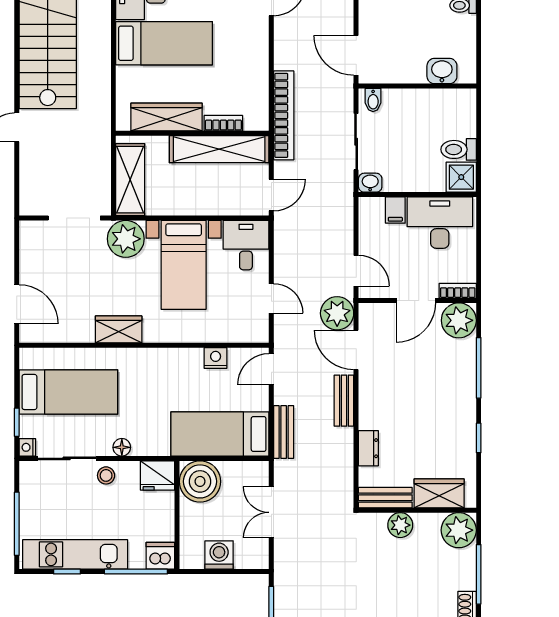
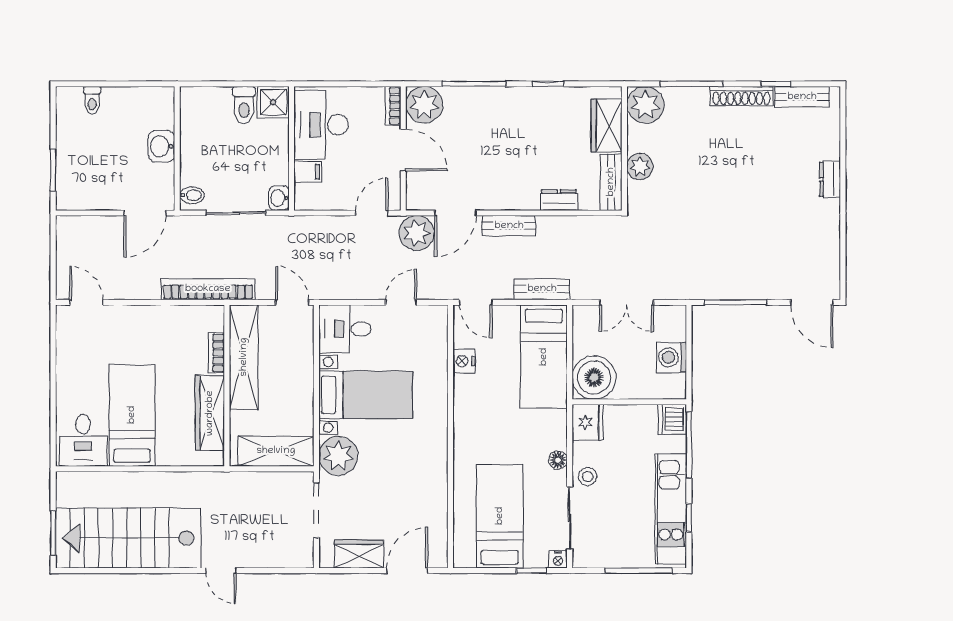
washbasin: (442, 71) -> (161, 146), moved
wardrobe: (119, 329) -> (359, 554), moved, turned 90

